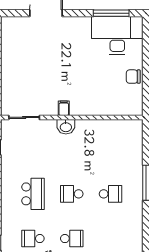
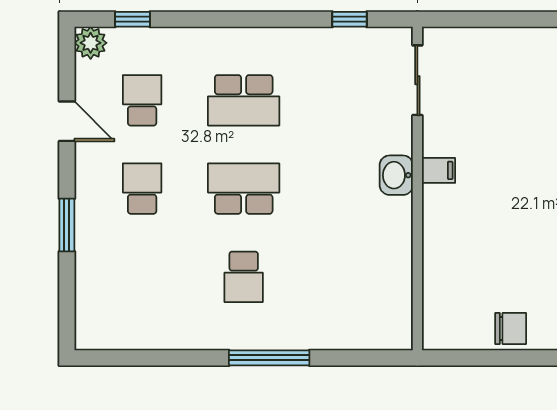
chair: (133, 77) -> (511, 328), turned 90
school desk: (72, 194) -> (244, 189), width x1.85
school desk: (72, 239) -> (142, 189), turned 180

